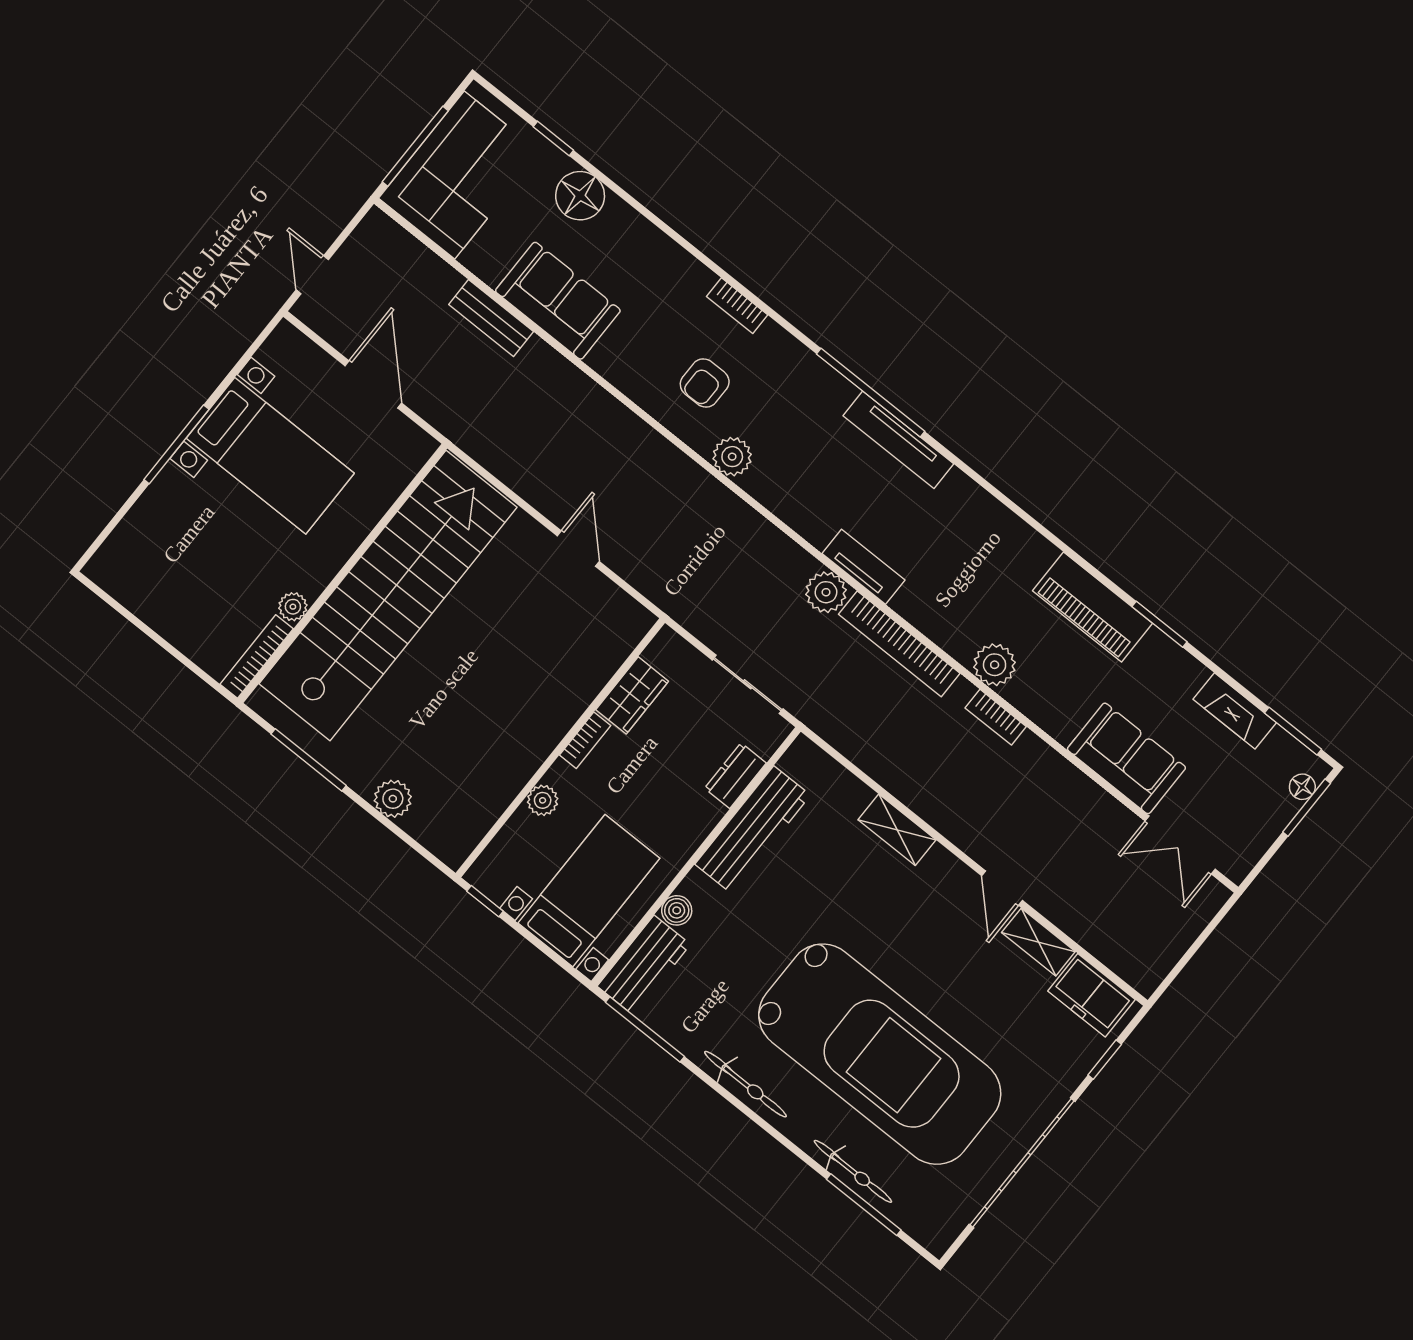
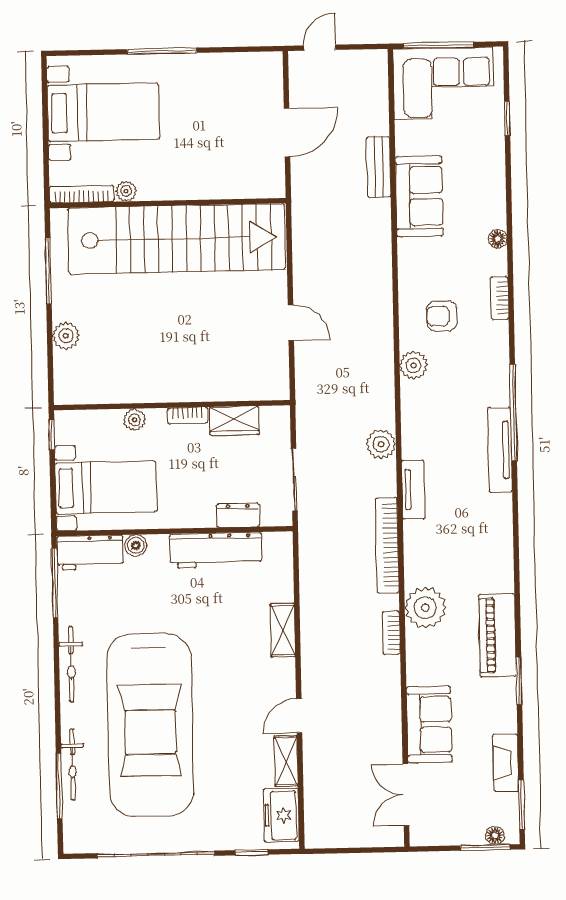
floor lamp: (580, 196) -> (498, 239), moved, width x0.53, depth x0.53
bed with nightstands: (270, 456) -> (103, 112), moved, turned -90
door: (578, 549) -> (291, 323), hinge flipped
plant: (826, 592) -> (381, 444), moved
plant: (995, 665) -> (425, 608), width x1.36, depth x1.36

